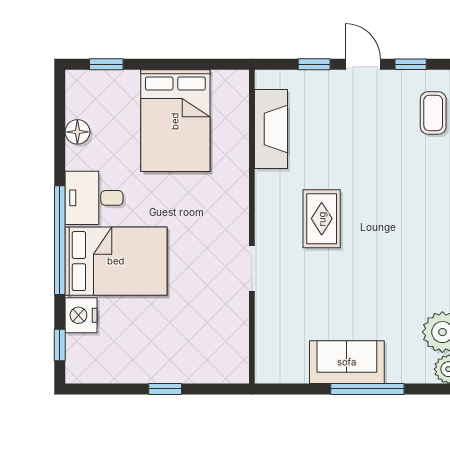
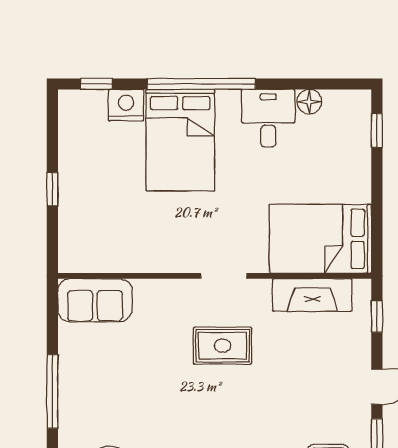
window: (314, 64) -> (377, 316), moved
bed: (175, 121) -> (320, 239), moved
desk: (94, 198) -> (268, 118), moved
doorway: (252, 268) -> (224, 276), moved
sofa: (347, 362) -> (95, 300), moved, turned 90

